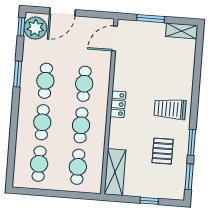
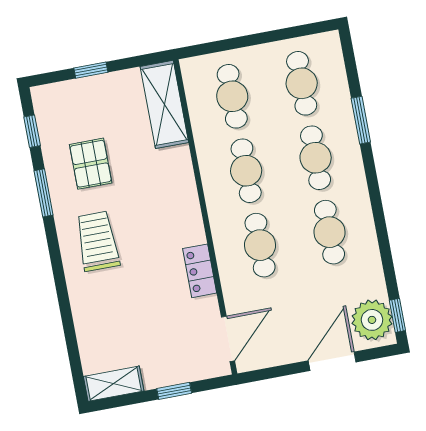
window: (151, 19) -> (174, 391), width x0.67
window: (18, 74) -> (361, 120), moved
locker: (118, 104) -> (200, 271), moved
trolley: (170, 109) -> (97, 241), turned -90
window: (189, 177) -> (32, 131), width x0.67

